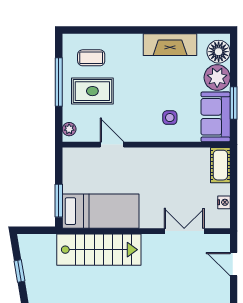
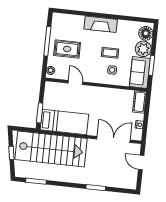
fireplace: (170, 45) -> (101, 24), moved
coffee table: (91, 58) -> (110, 53), moved
double door: (184, 231) -> (113, 139), width x1.37
stairs: (99, 250) -> (51, 149), width x1.36, depth x1.51

